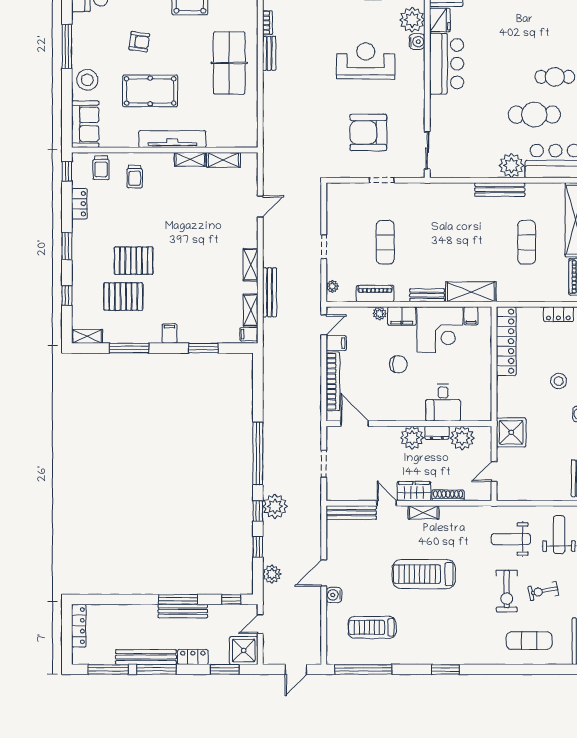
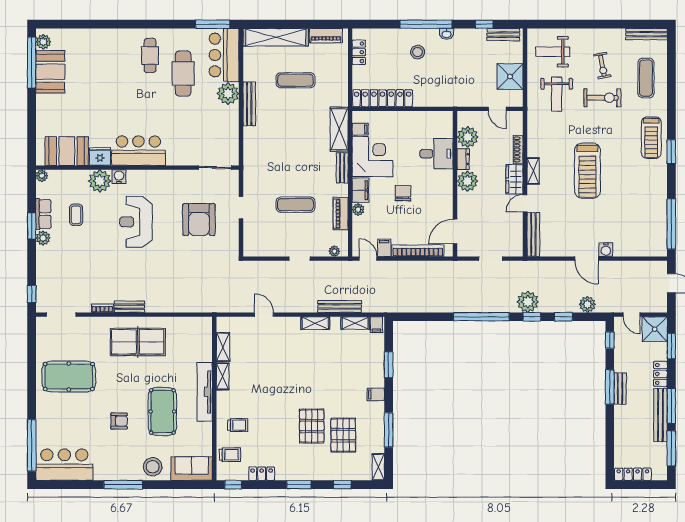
armchair: (139, 42) -> (119, 421), turned 82
shower: (511, 432) -> (510, 76), moved
bench: (183, 611) -> (620, 388), width x0.73
treadmill: (372, 627) -> (651, 138), moved

